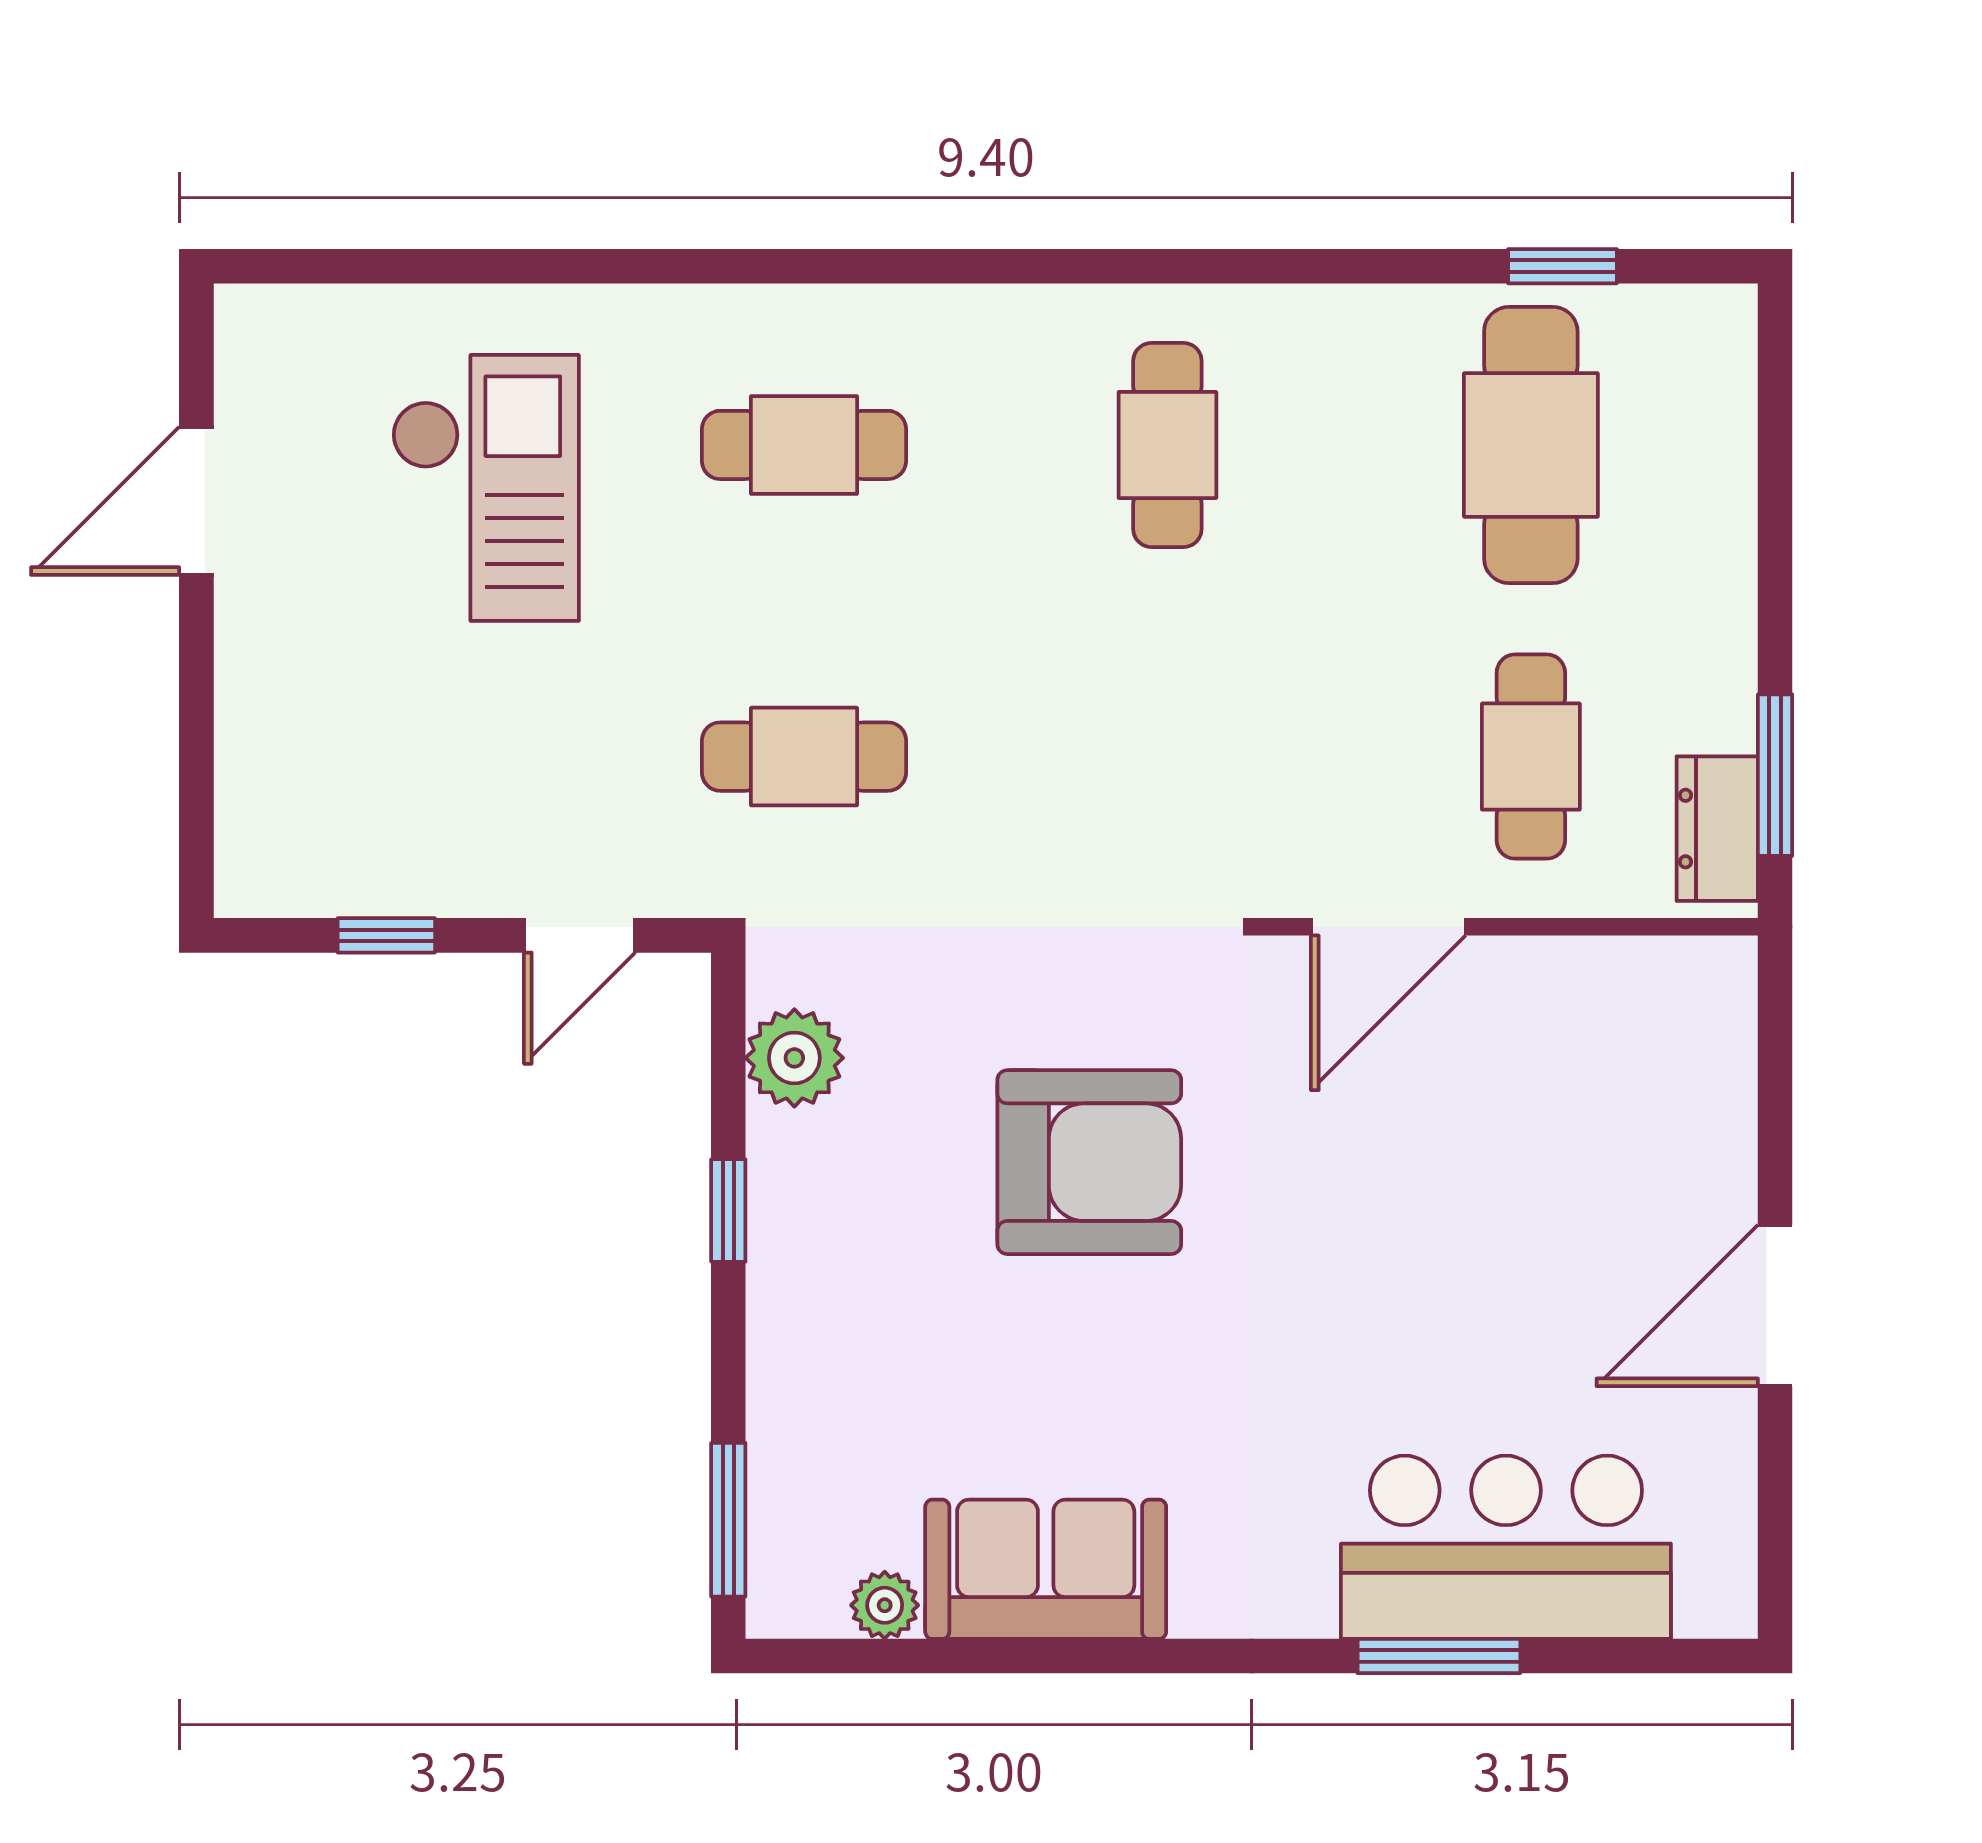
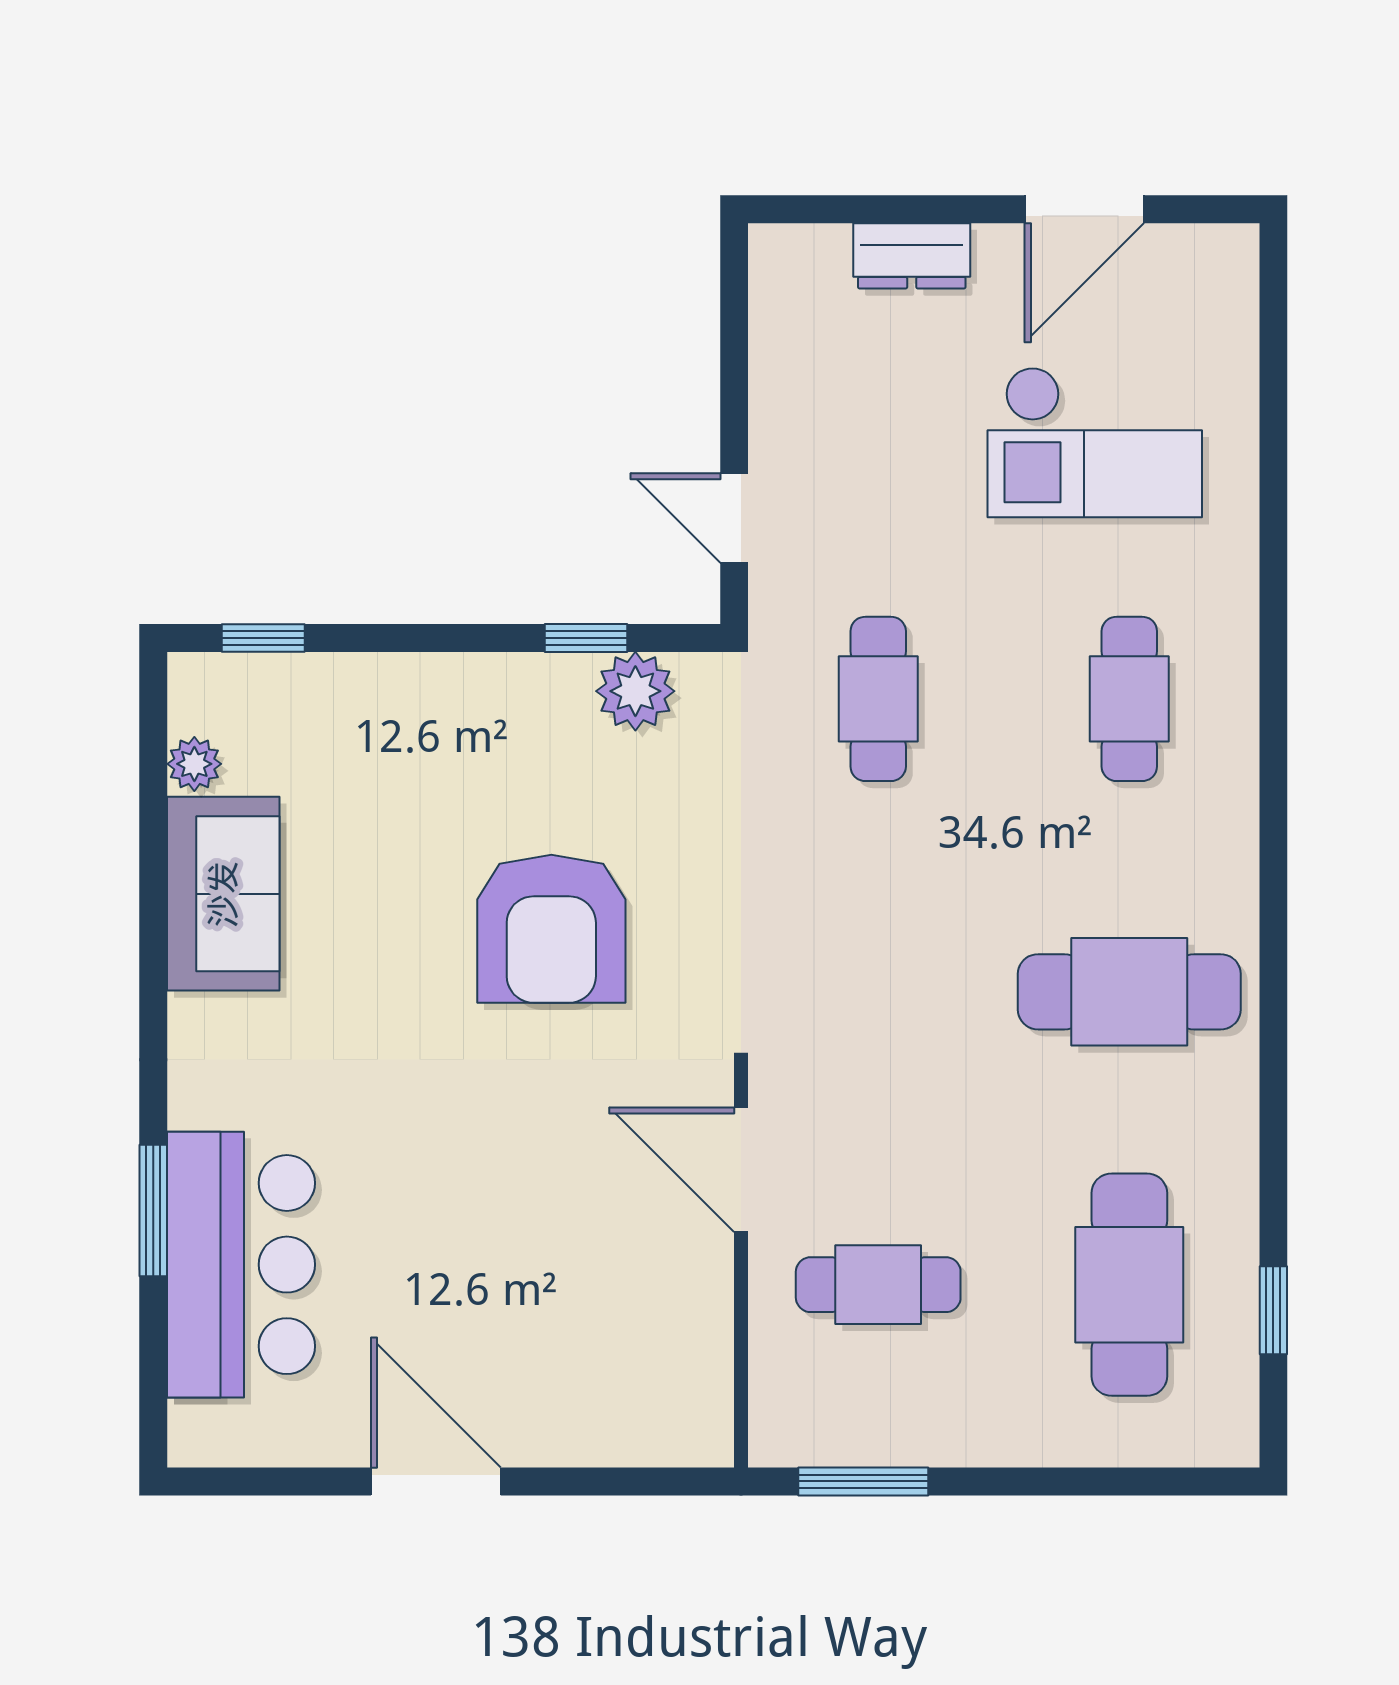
cafe table: (1167, 445) -> (1129, 992), width x1.37, depth x1.35
cafe table: (1531, 445) -> (1129, 1285), turned 90
door: (196, 501) -> (1084, 209), swing flipped
dresser: (1717, 829) -> (912, 256), moved, turned 180
window: (386, 935) -> (734, 362), removed
window: (728, 1211) -> (586, 638), moved
window: (728, 1520) -> (263, 638), width x0.67

